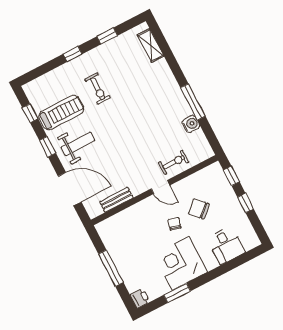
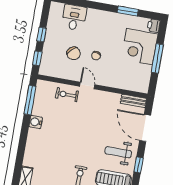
window: (193, 102) -> (30, 100), moved
water cooler: (191, 124) -> (36, 122), moved
bench: (116, 200) -> (133, 101), moved
corner desk: (181, 263) -> (140, 47), moved, turned 90

